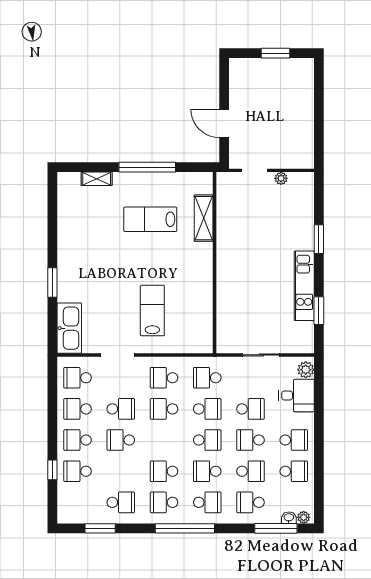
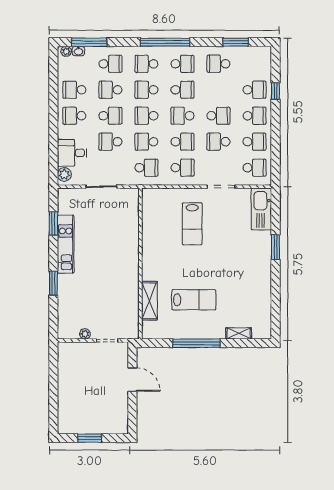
school desk: (164, 440) -> (182, 116), added
school desk: (207, 471) -> (146, 90), turned 180

